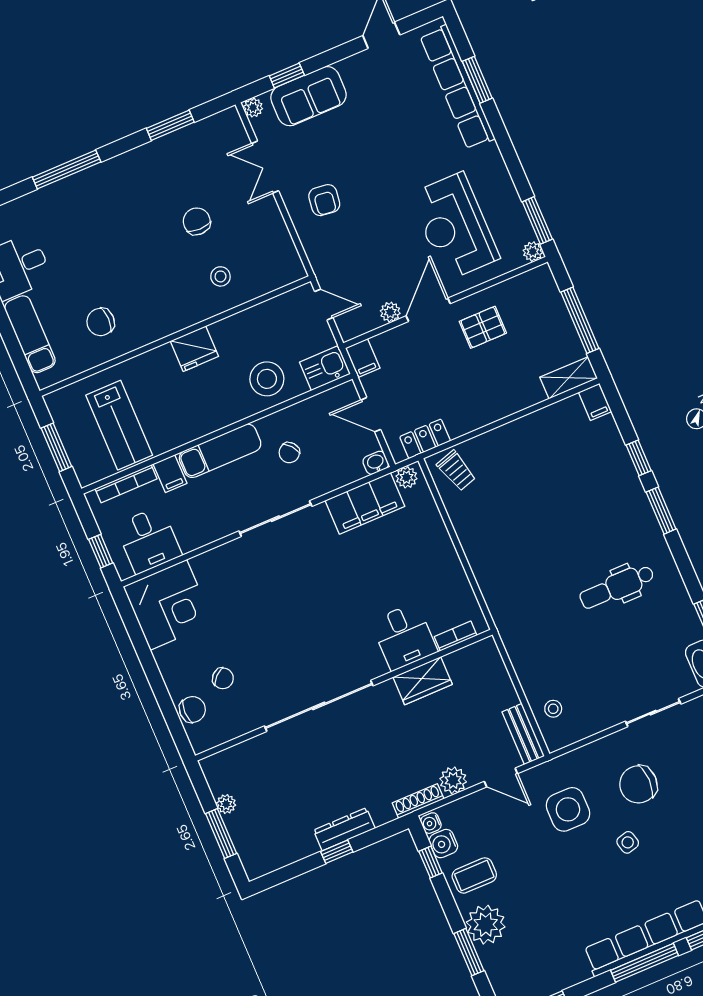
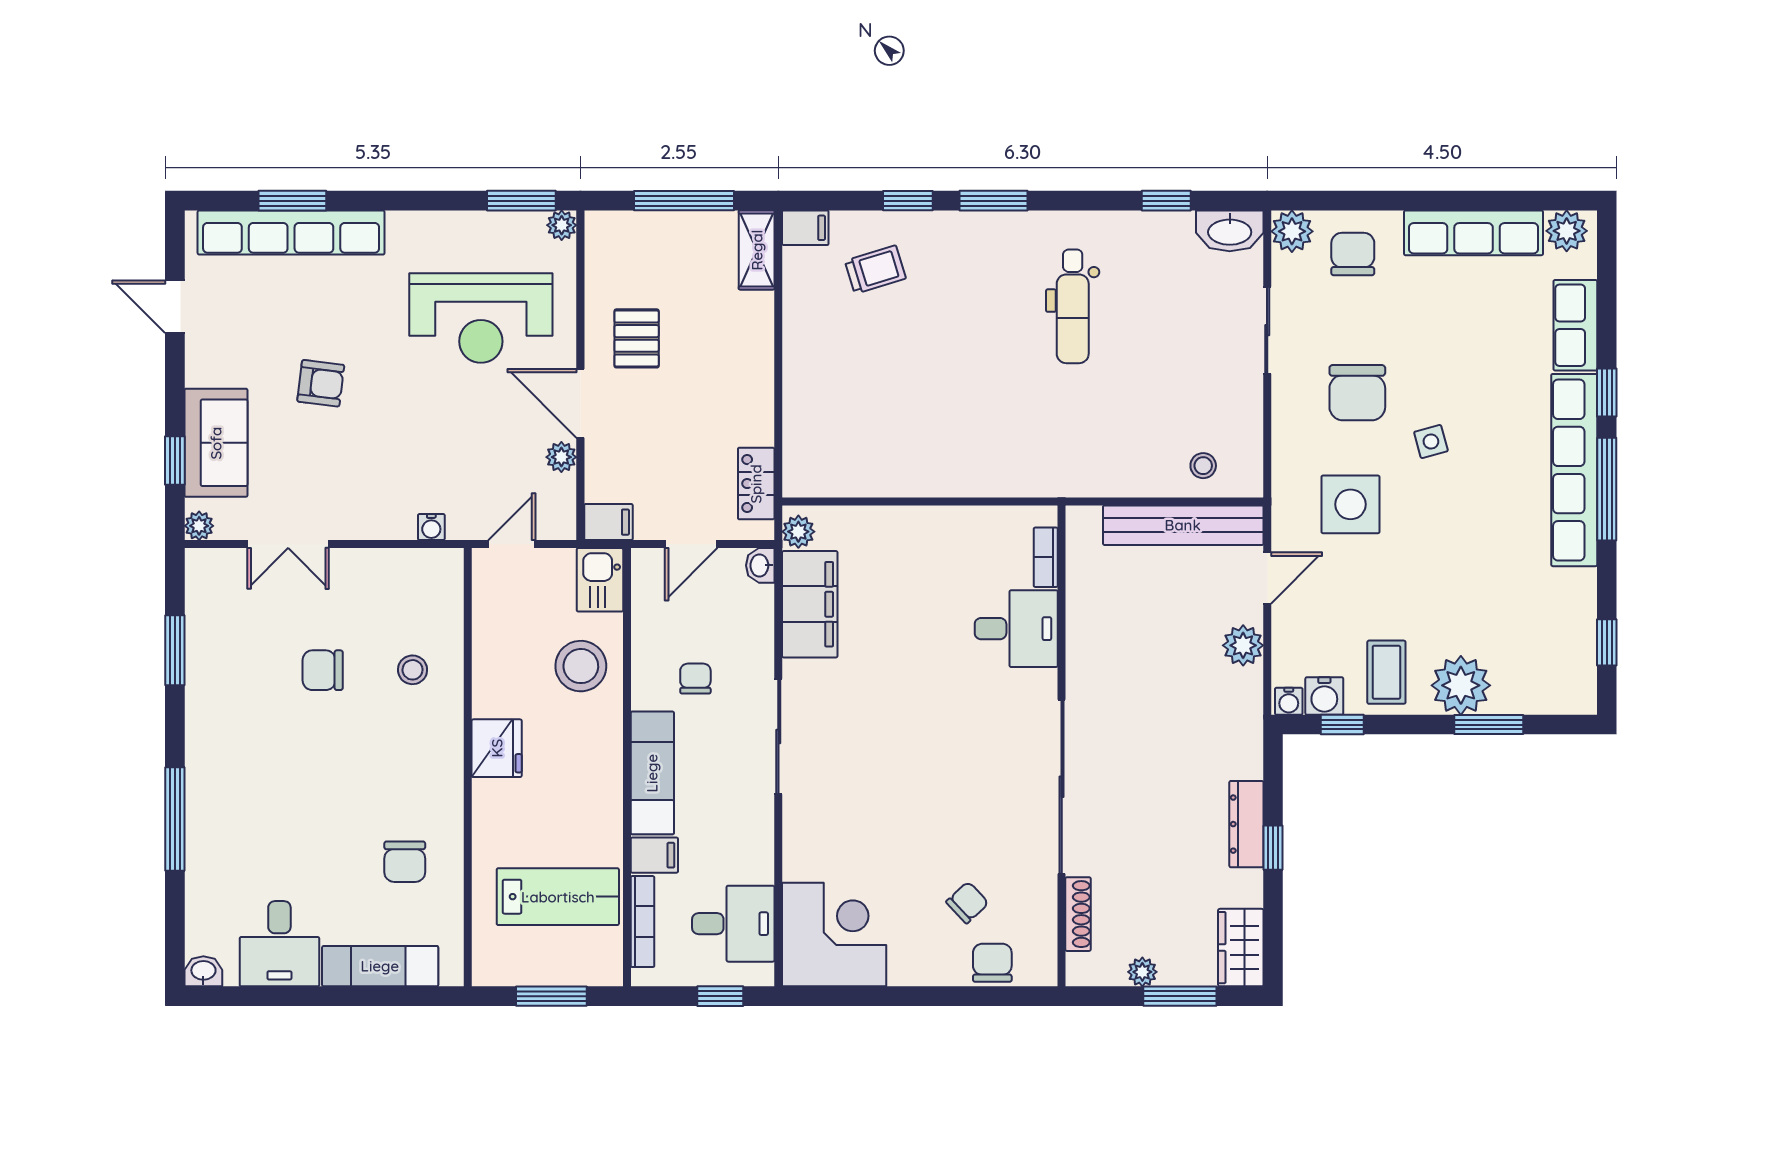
armchair: (324, 200) -> (321, 383), moved
water cooler: (313, 251) -> (431, 527), added
chair: (289, 453) -> (695, 679), turned -141
trolley: (456, 471) -> (875, 270), moved
wardrobe: (423, 681) -> (1241, 948), moved, turned 180
bench: (523, 734) -> (1183, 525), width x1.86, depth x1.21
shoe rack: (418, 801) -> (1078, 914), moved, turned 180

